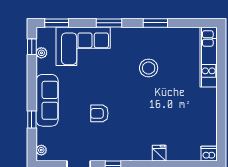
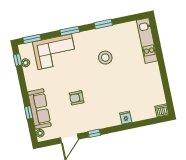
sofa: (47, 100) -> (39, 109), moved

